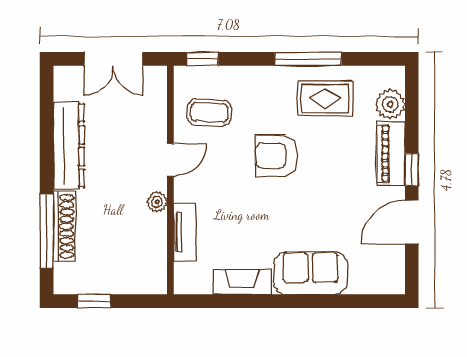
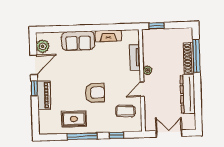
window: (202, 59) -> (117, 135), moved
plant: (390, 104) -> (43, 46), moved
window: (94, 301) -> (157, 26), moved

